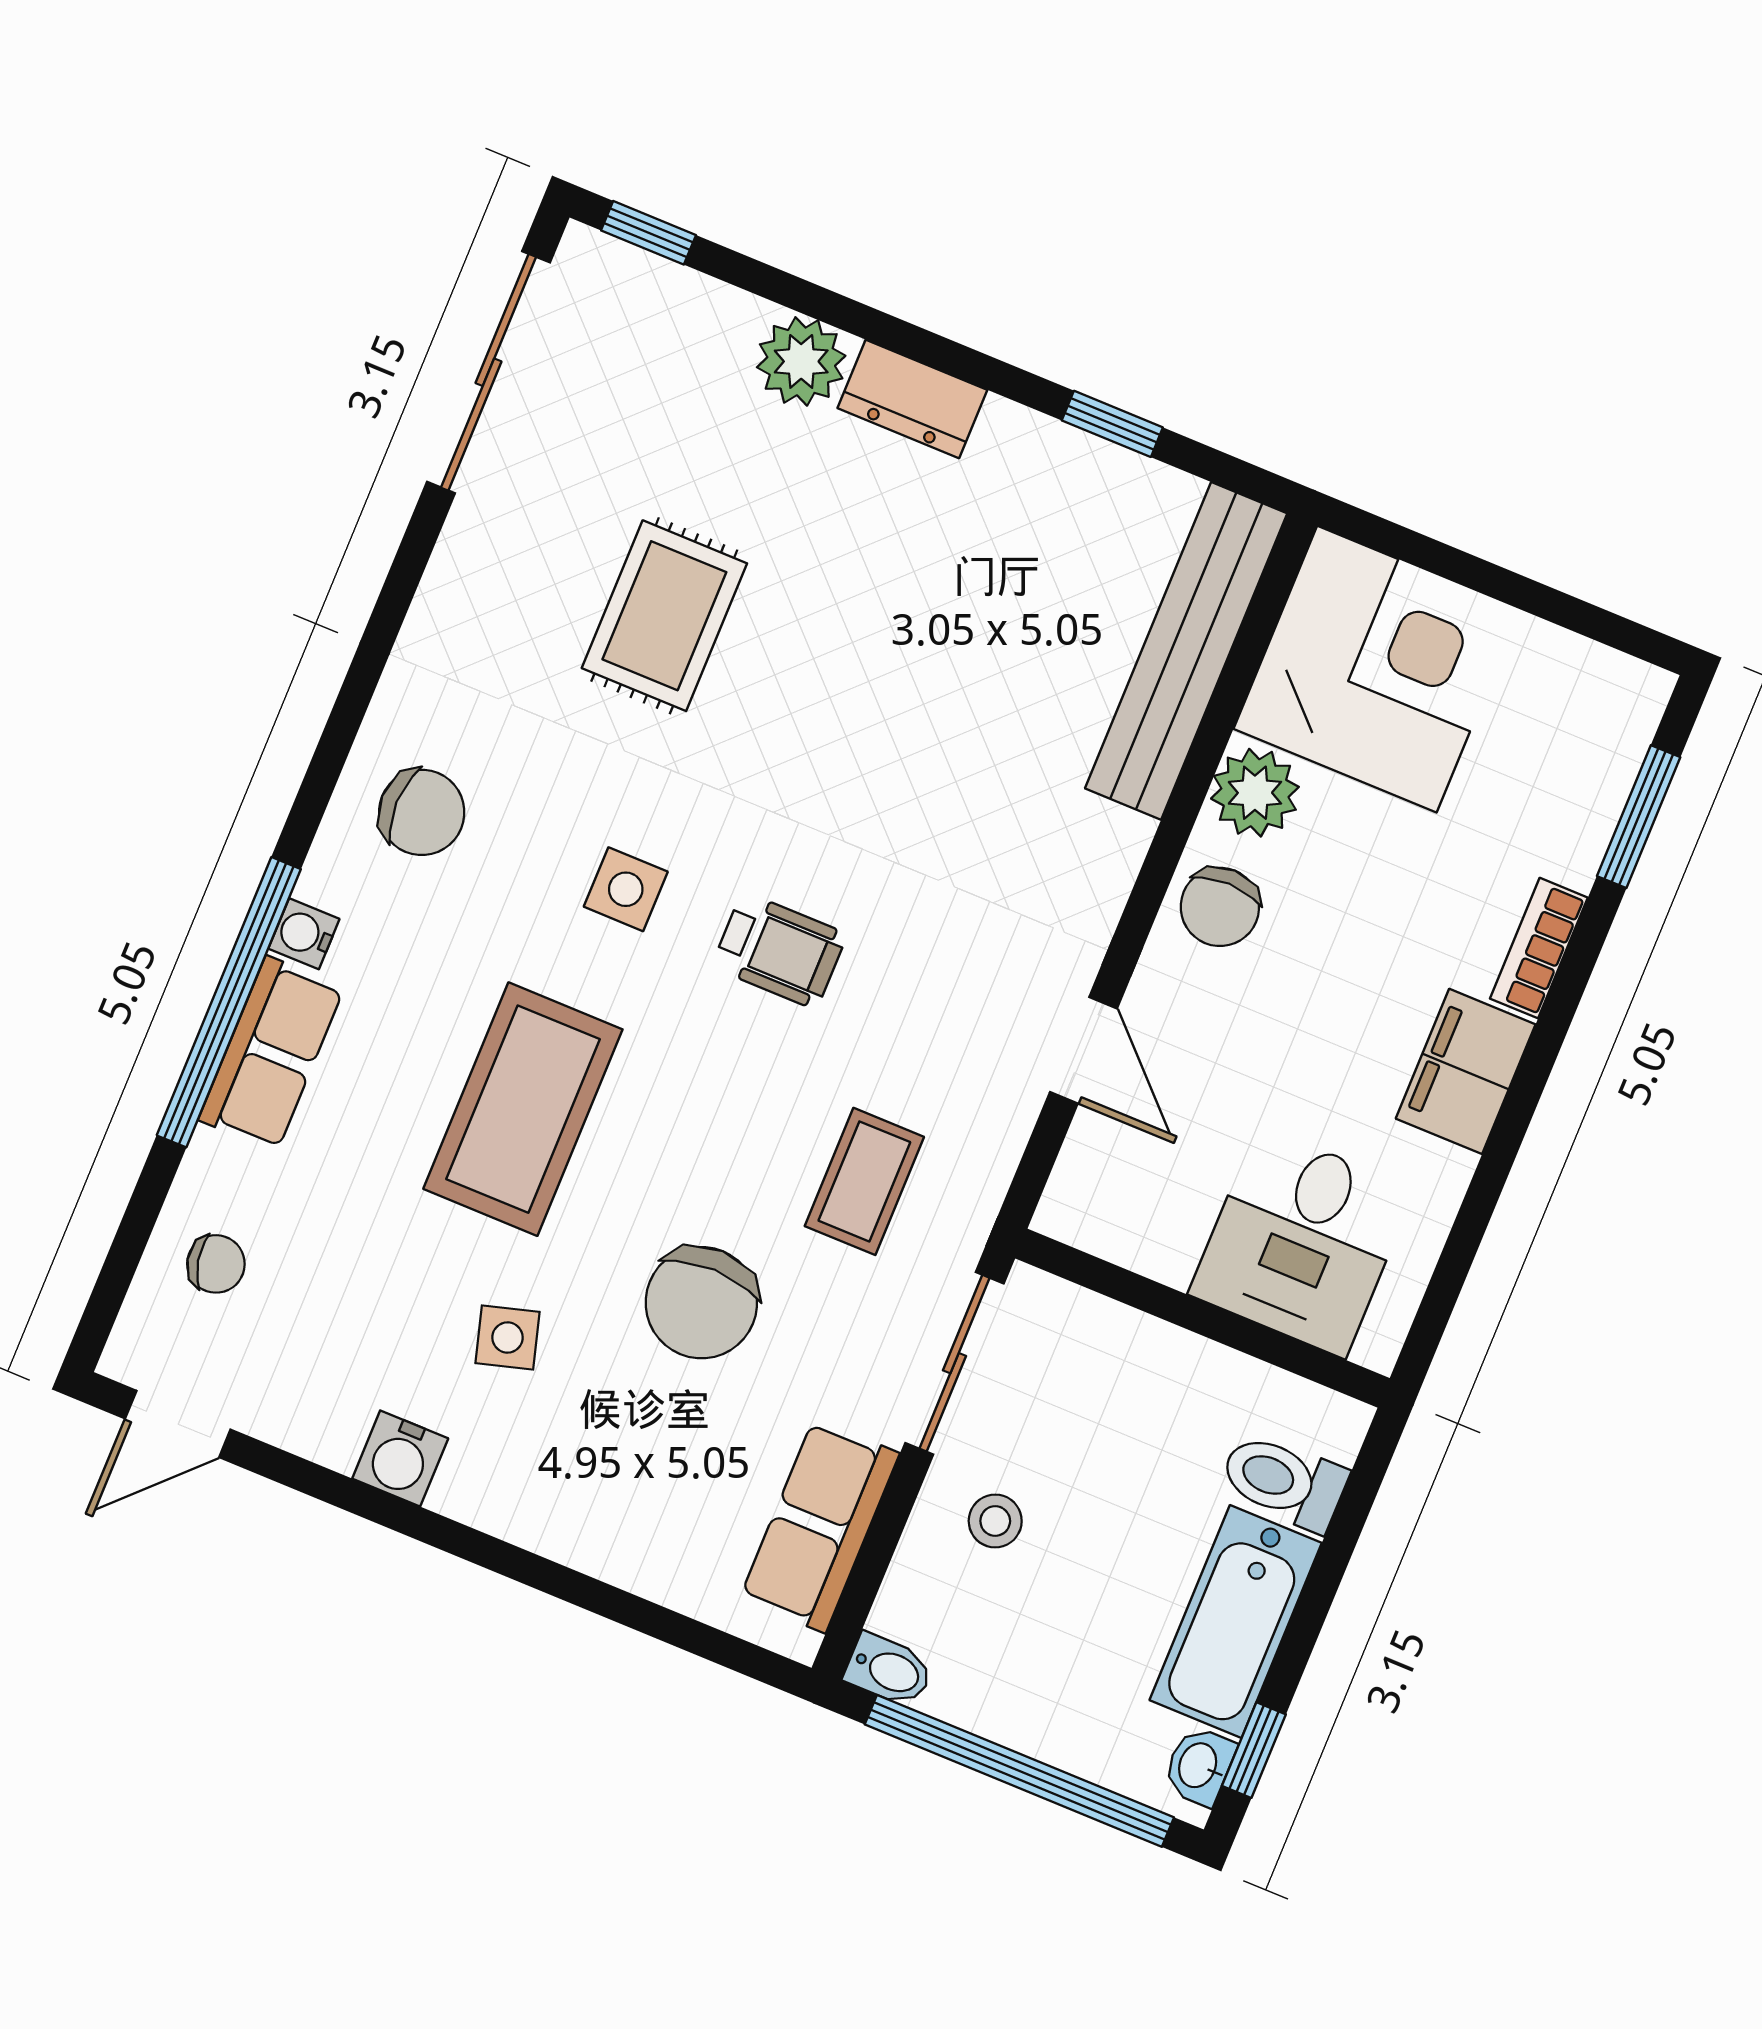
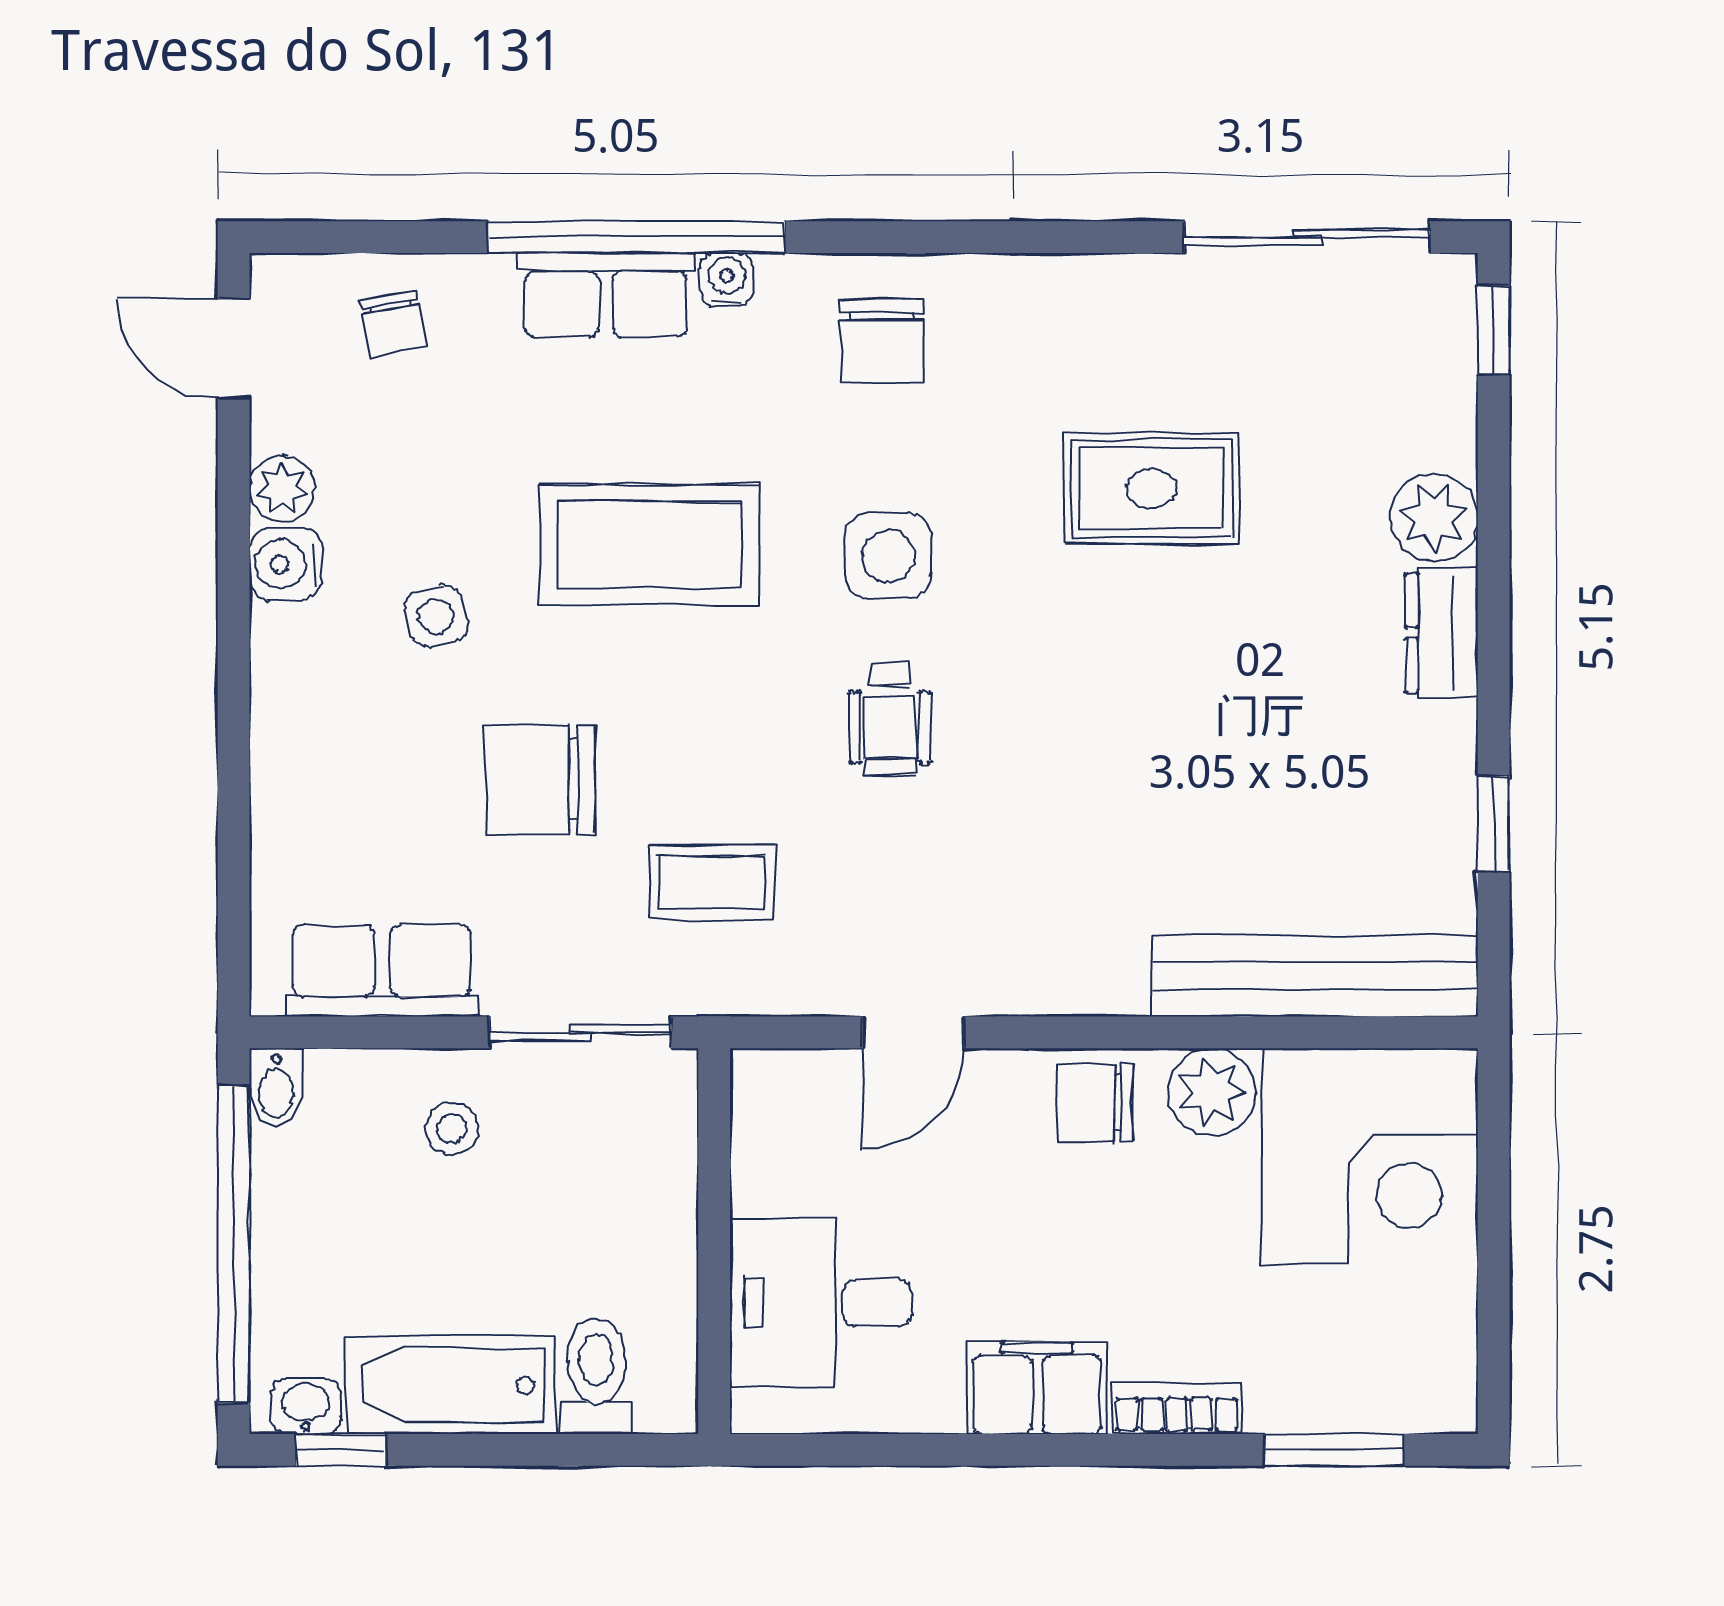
side table: (626, 889) -> (888, 556), width x1.37, depth x1.37
plant: (328, 1432) -> (282, 489), added

